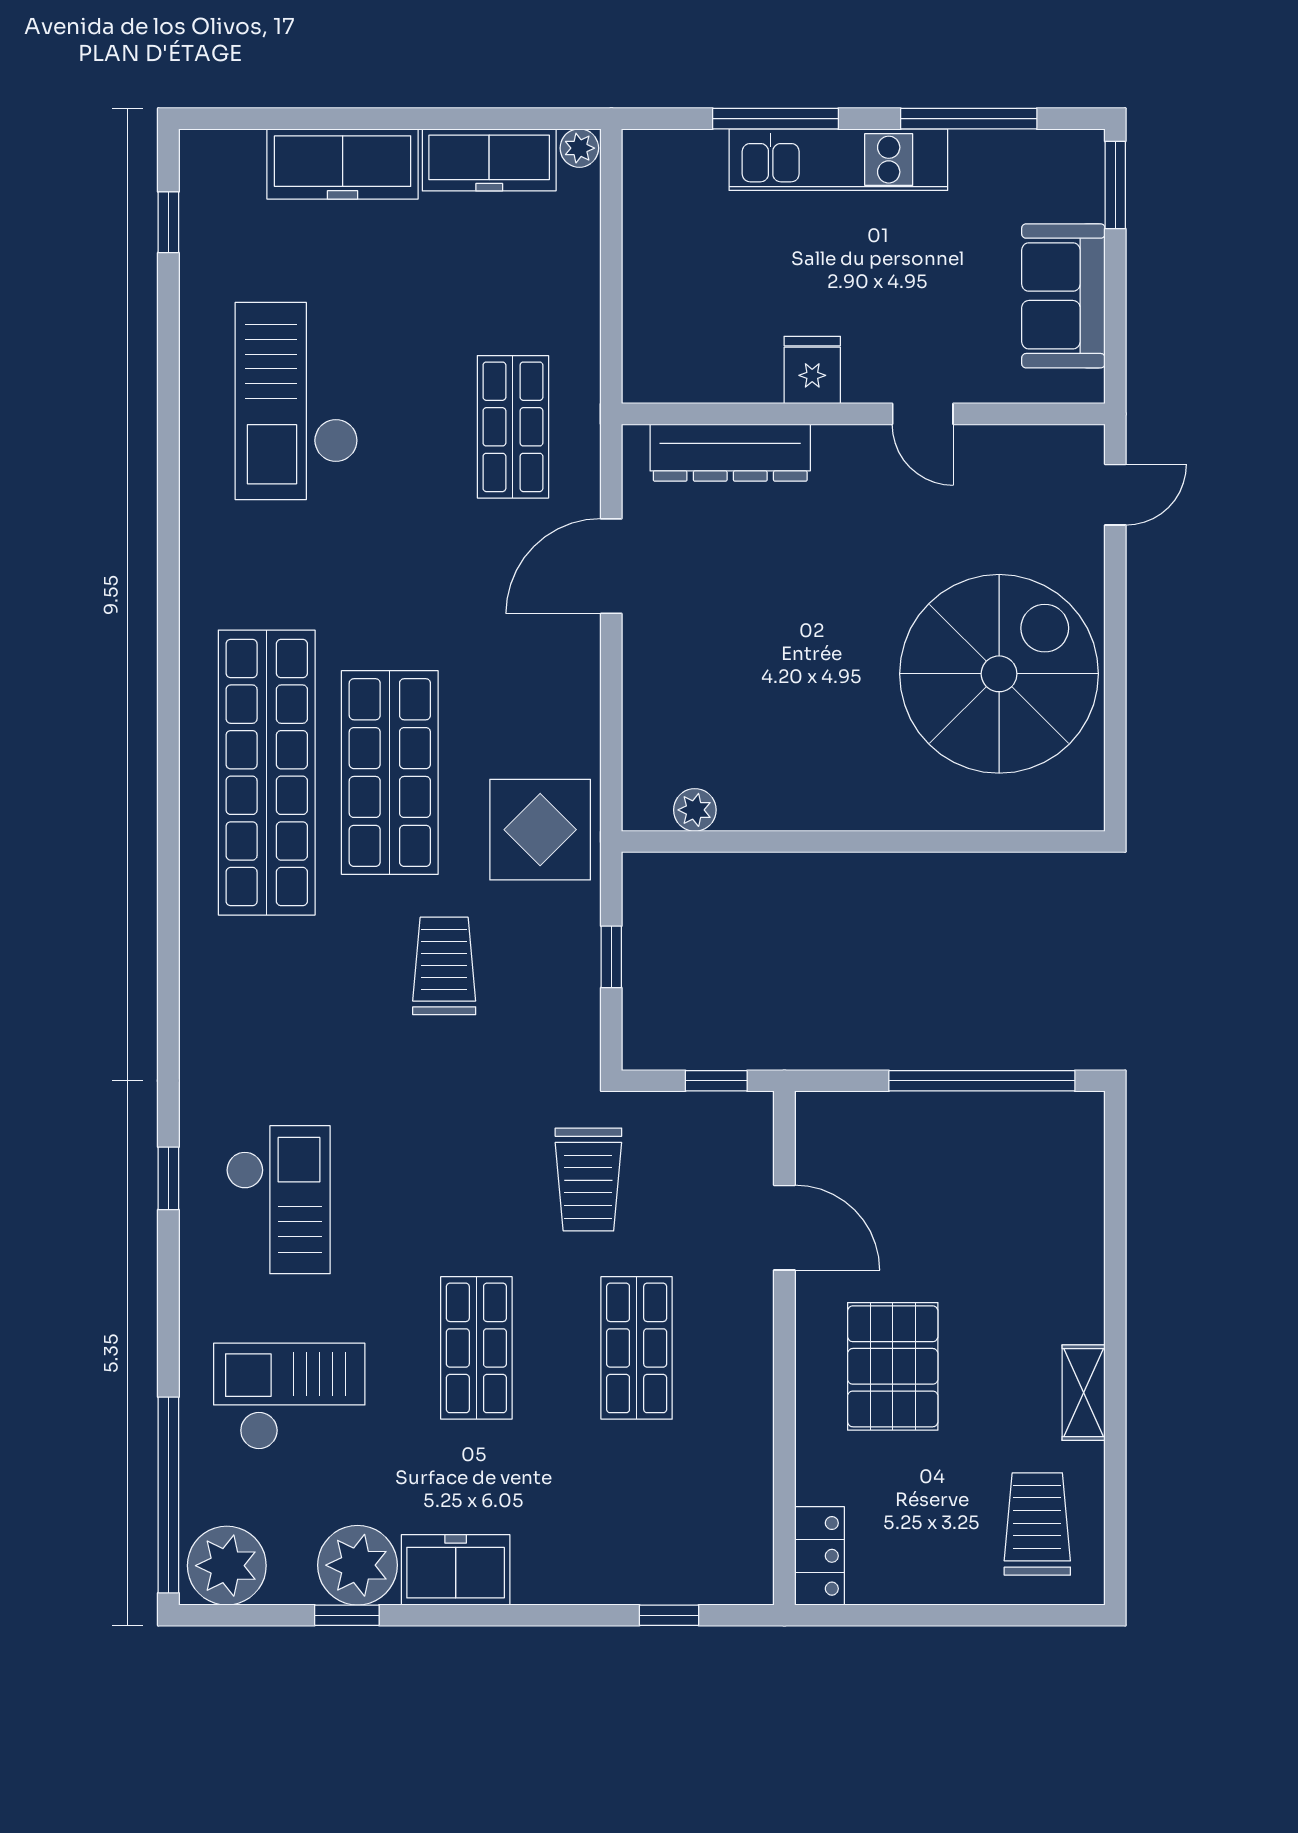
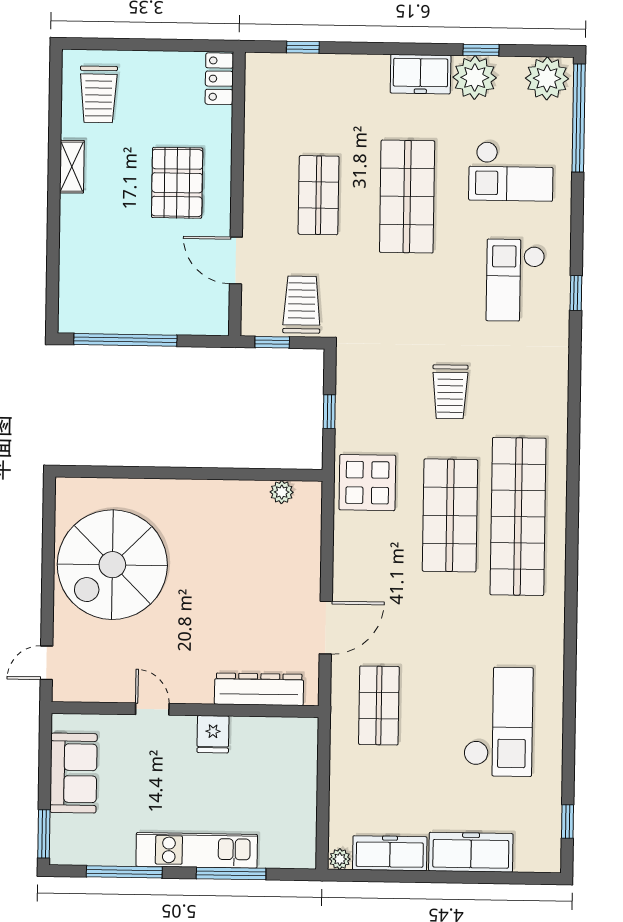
trolley: (444, 966) -> (450, 392), moved
trolley: (588, 1179) -> (302, 305), moved
shop shelf: (476, 1348) -> (407, 197), width x1.43, depth x1.36

